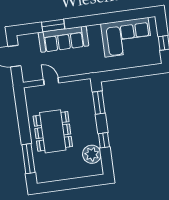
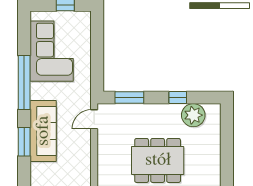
window: (99, 19) -> (24, 82), added
door: (51, 81) -> (94, 119), moved

